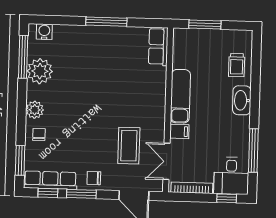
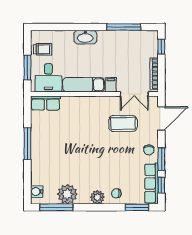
trolley: (237, 65) -> (43, 49), moved
desk: (231, 176) -> (48, 78), moved, turned 90

